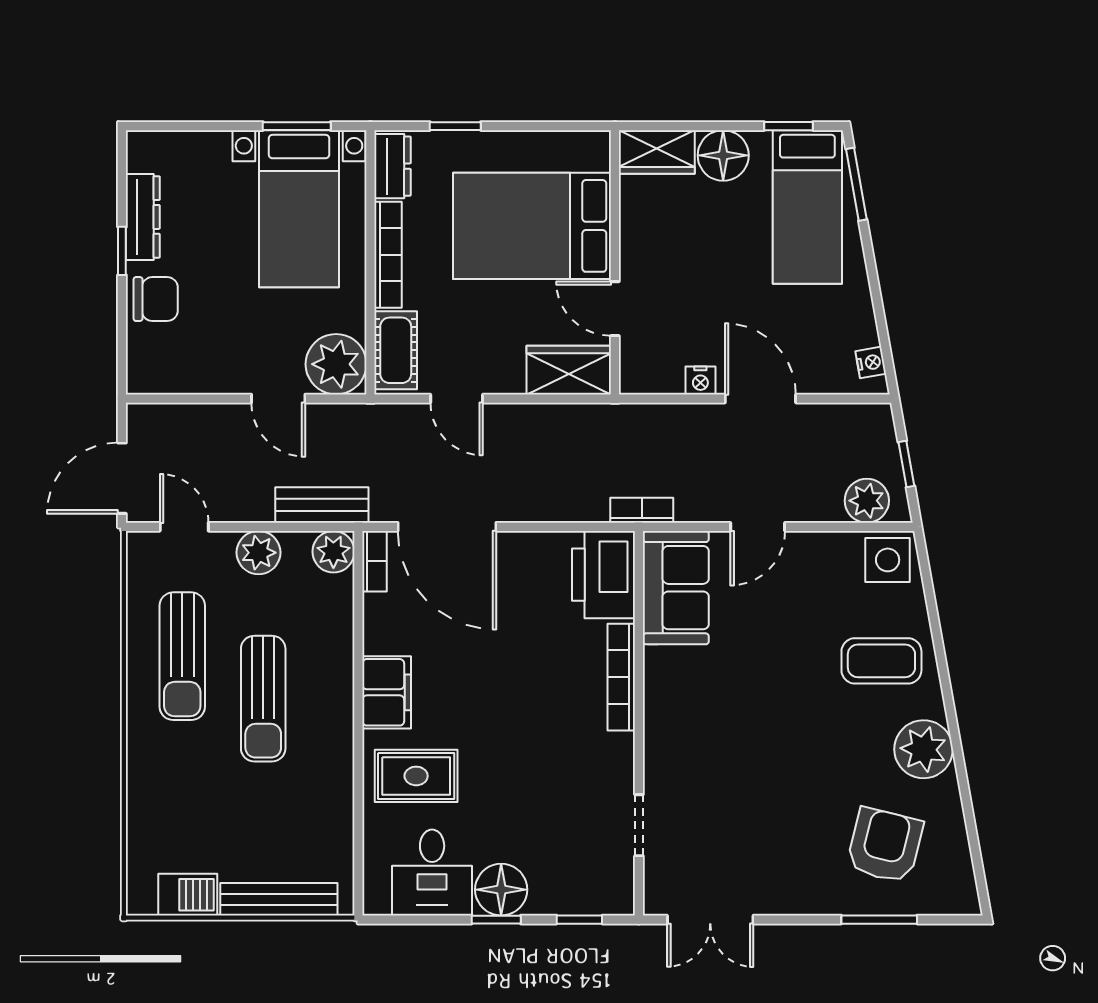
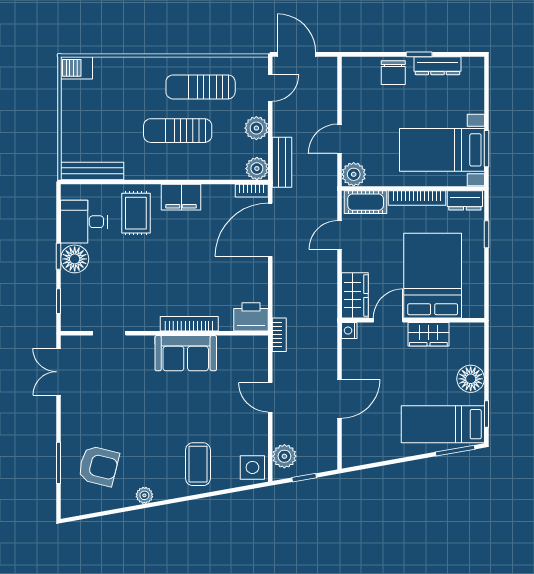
wardrobe: (657, 152) -> (428, 334), moved, turned -90
nightstand: (871, 362) -> (359, 458), removed
plant: (336, 364) -> (354, 174), width x0.73, depth x0.73
nightstand: (700, 380) -> (349, 331), moved
printer: (603, 575) -> (251, 317), width x0.73, depth x0.84
sofa: (676, 588) -> (186, 353), moved
plant: (924, 749) -> (144, 495), width x0.53, depth x0.53
barbecue: (188, 895) -> (76, 68), moved, turned 90
bench: (279, 899) -> (92, 171), moved, turned 90

